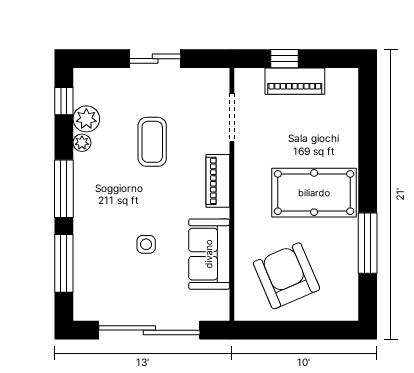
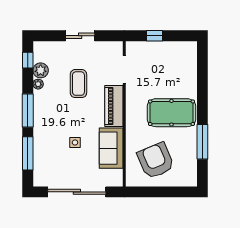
piano: (295, 81) -> (160, 49), removed
piano: (218, 181) -> (114, 106), width x1.37, depth x1.33

